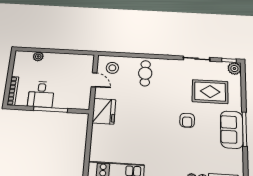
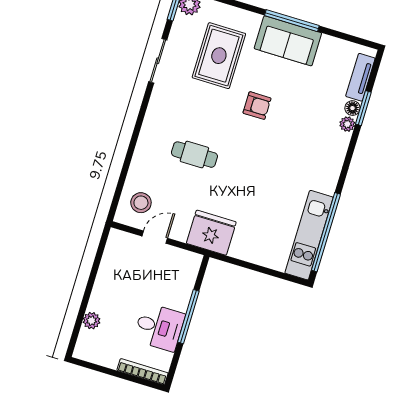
cafe table: (145, 73) -> (194, 155), moved

